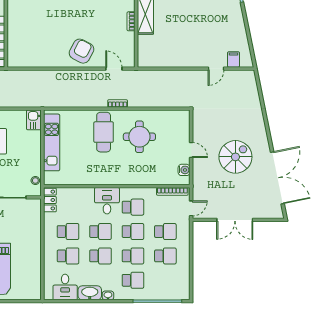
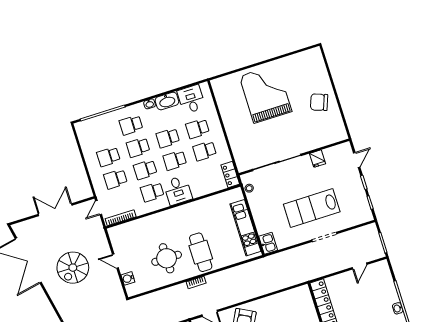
water cooler: (184, 170) -> (128, 278), moved

